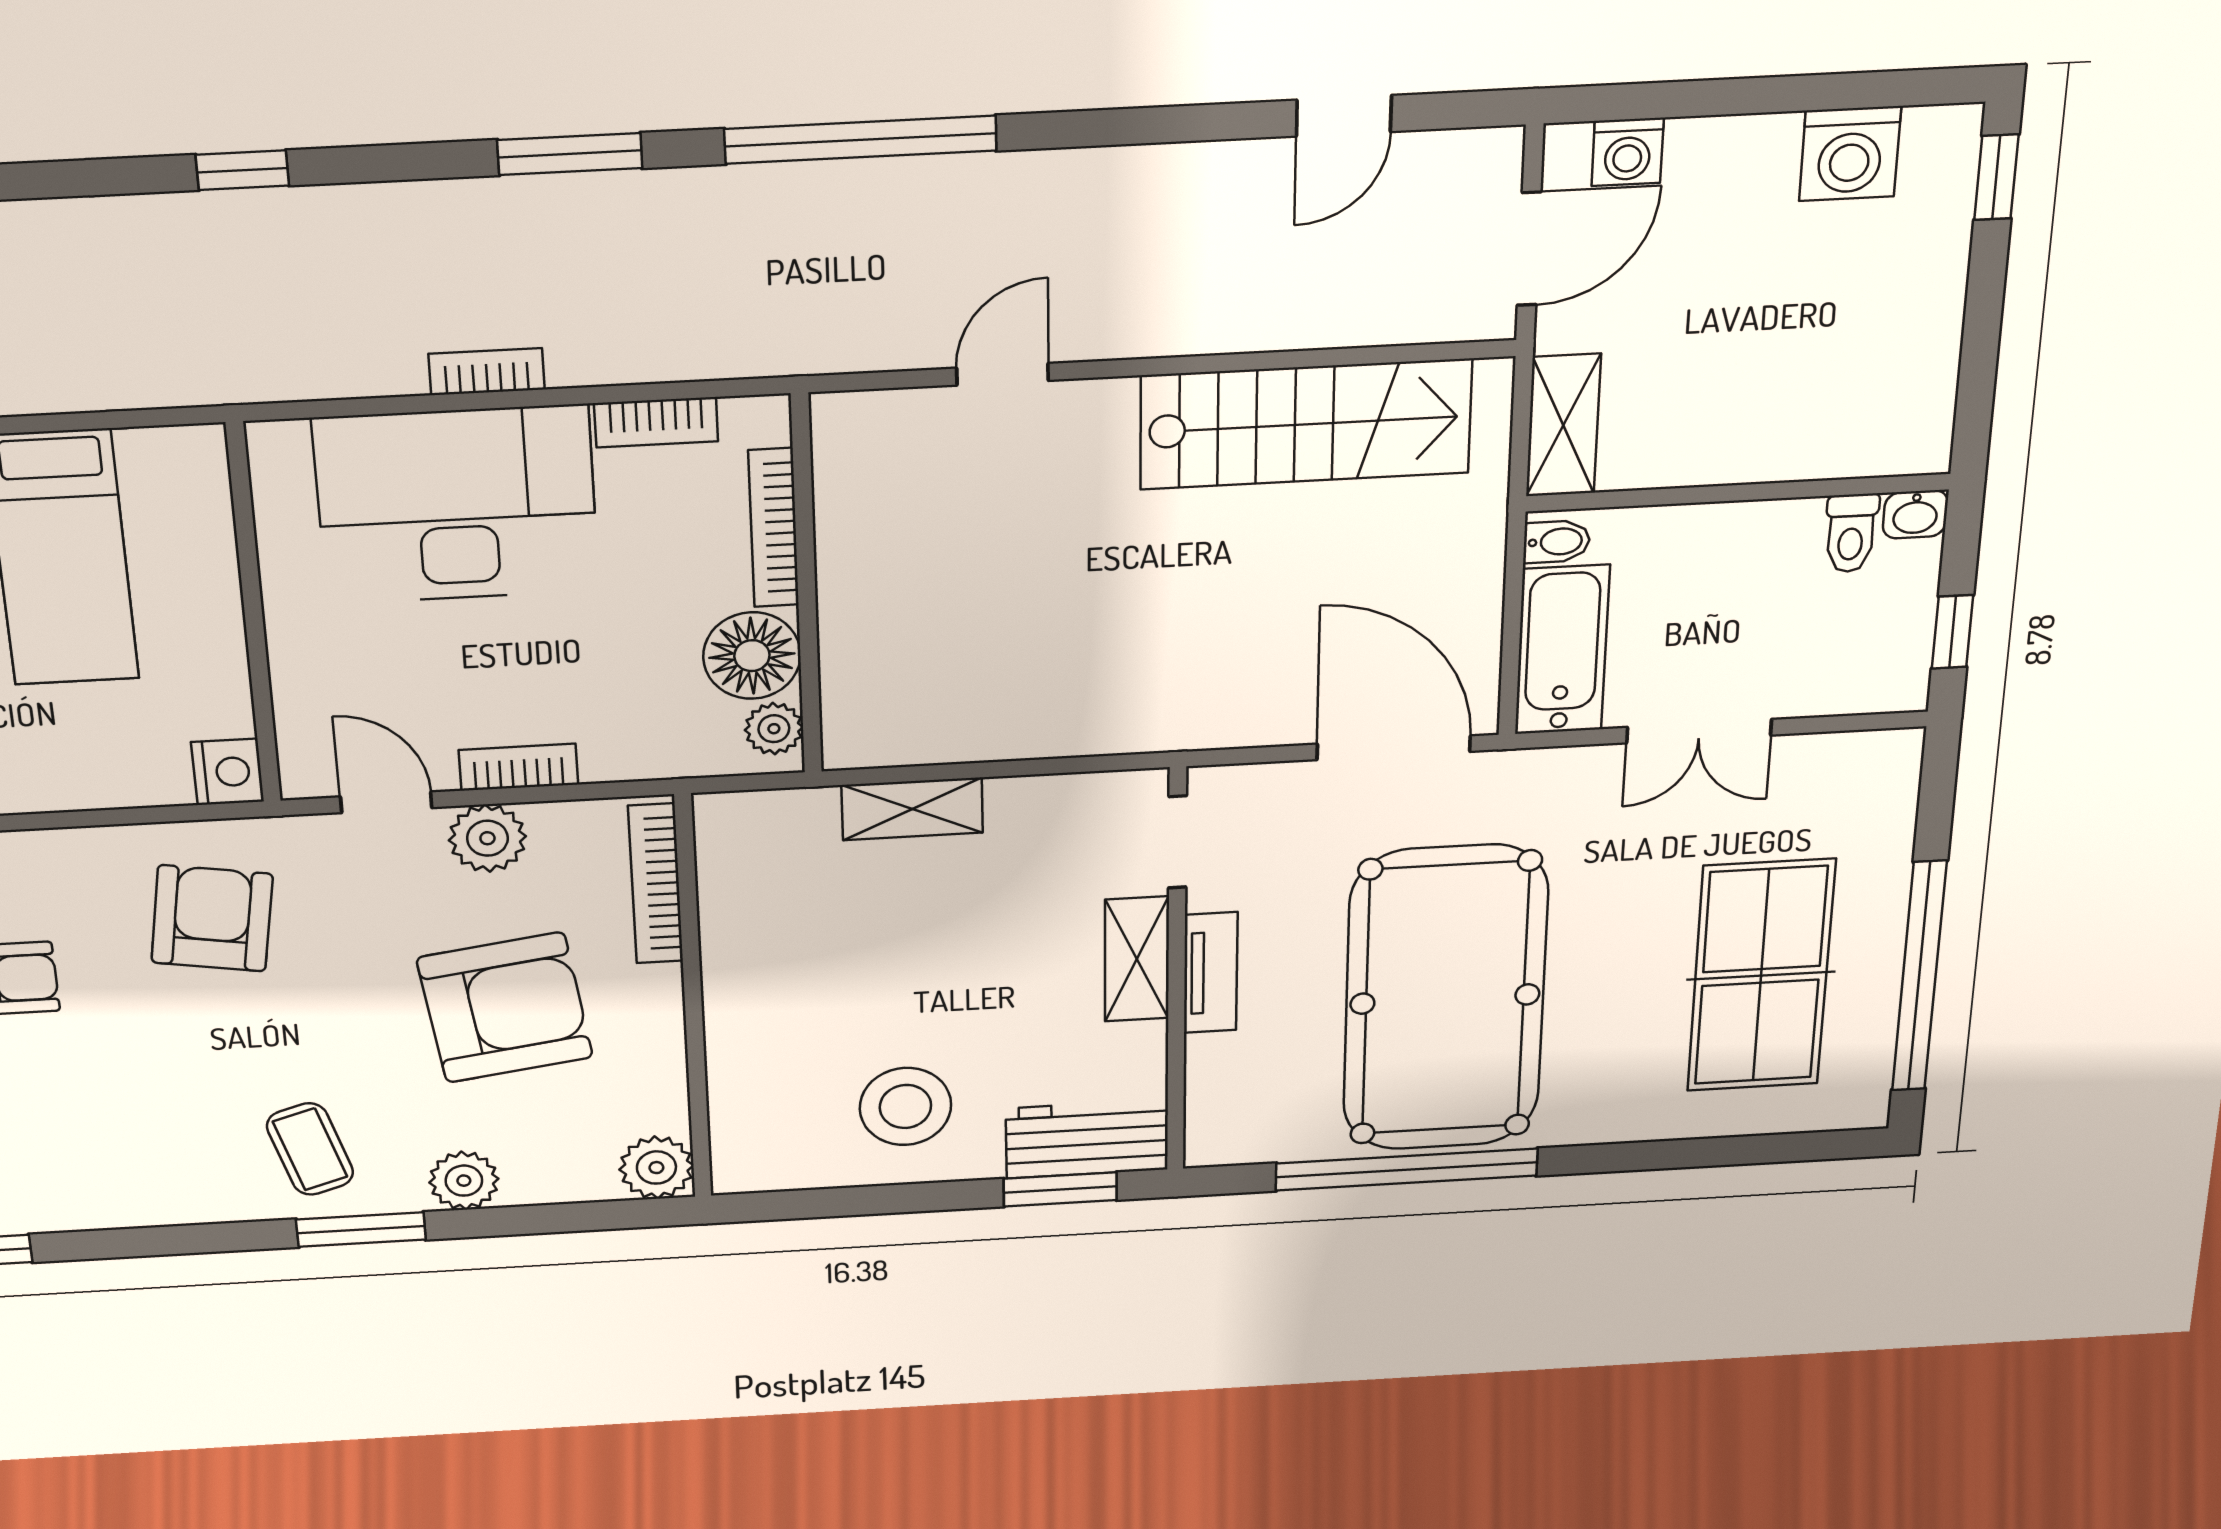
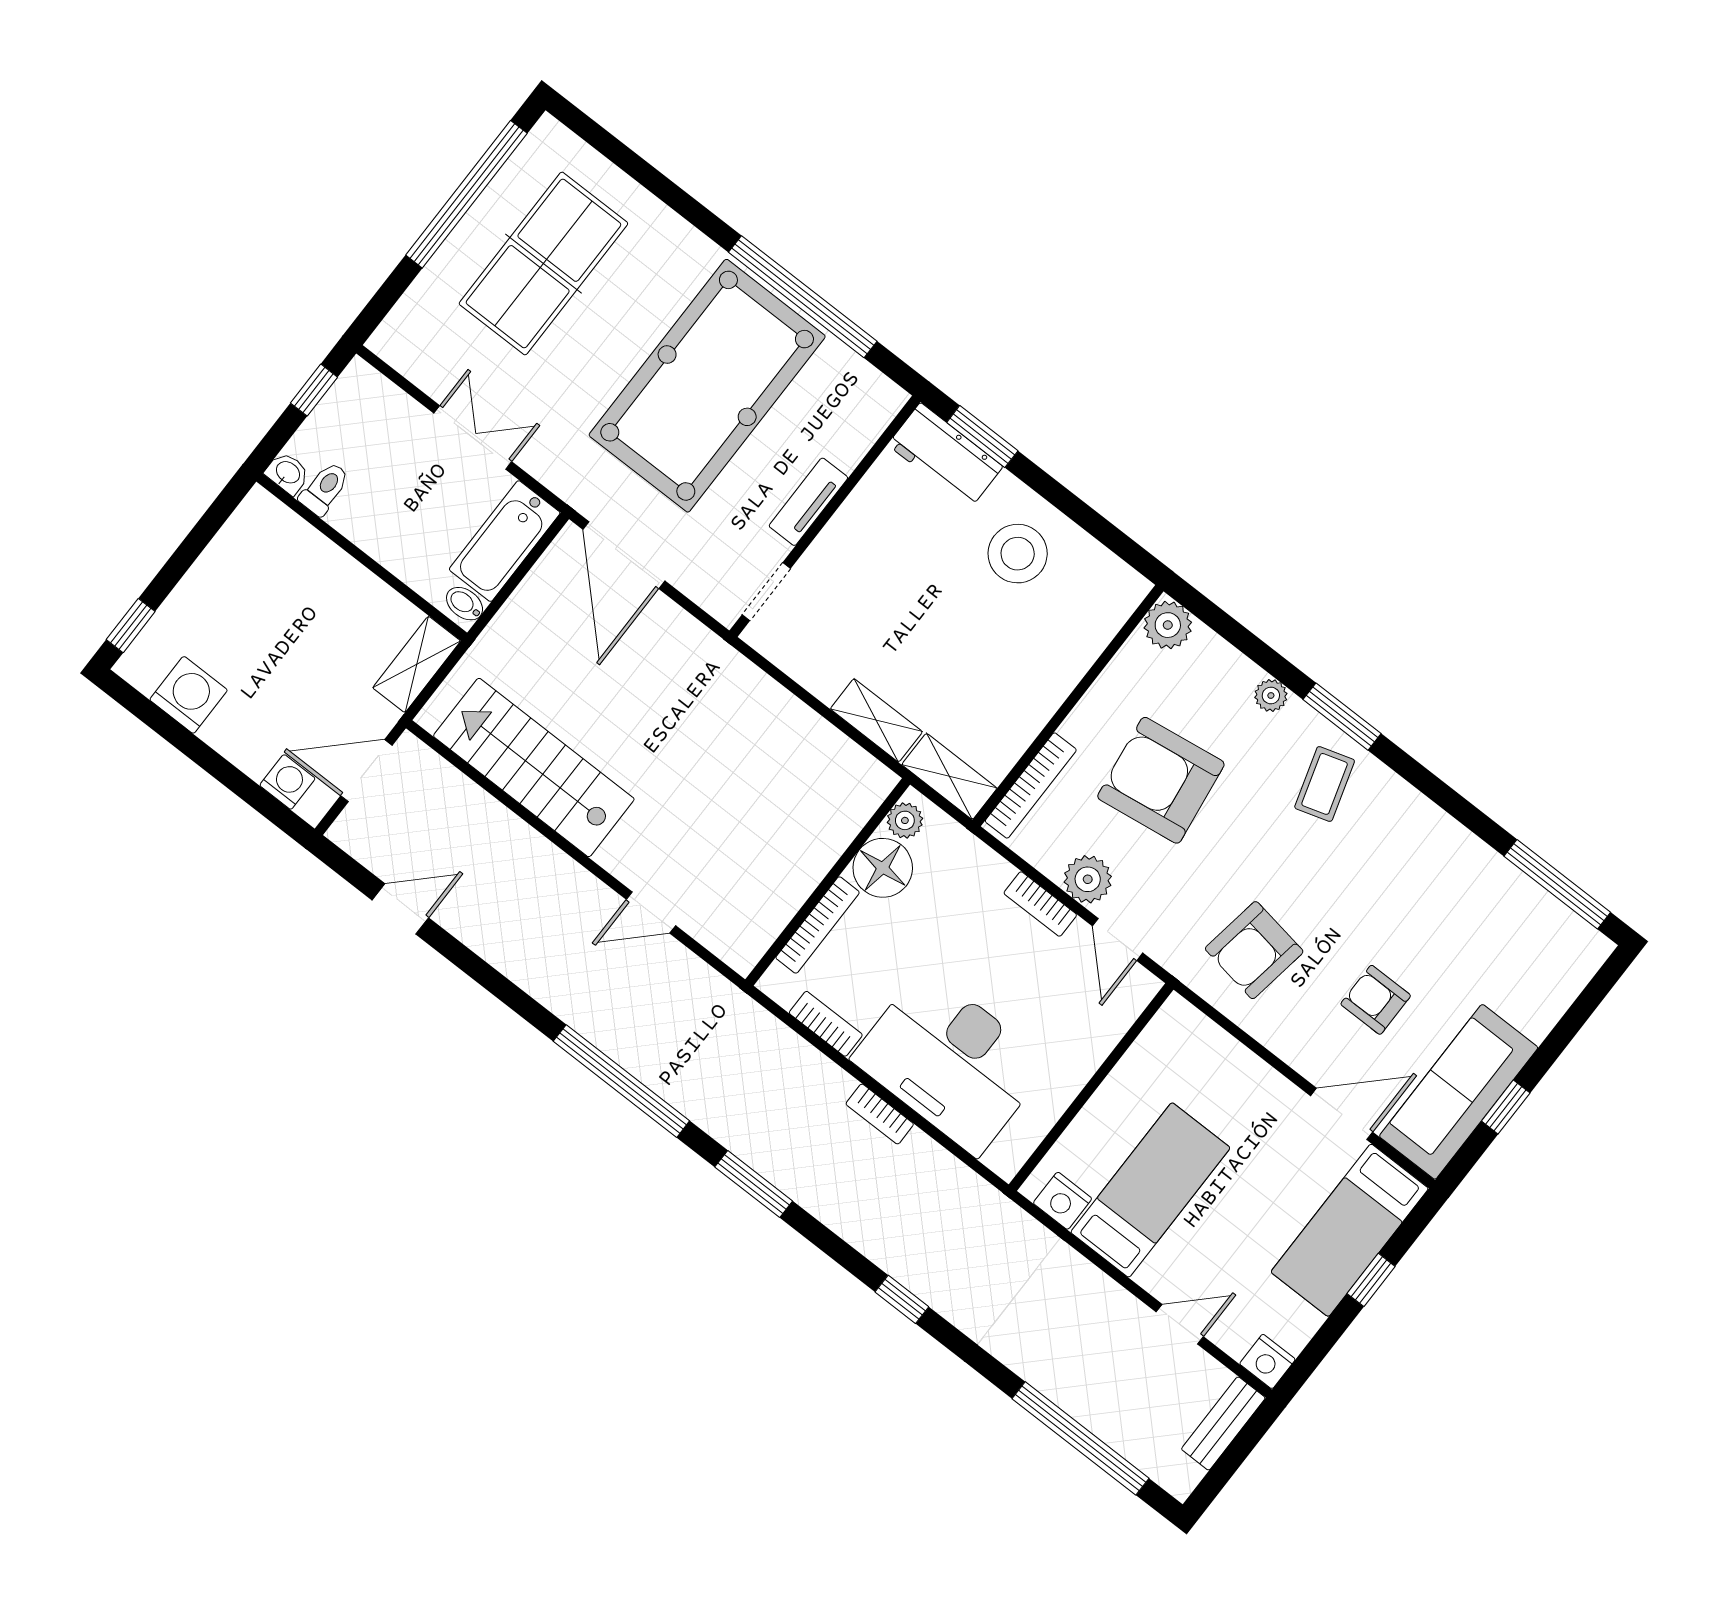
nightstand: (228, 772) -> (1063, 1201), moved, turned -90
shelving: (1137, 959) -> (949, 776), moved, turned 90
plant: (464, 1181) -> (1271, 695), width x0.73, depth x0.73

